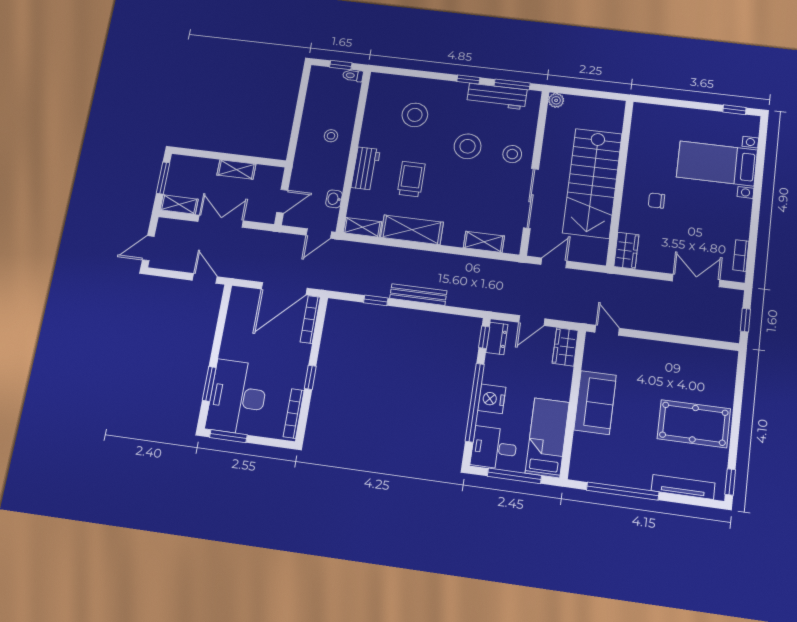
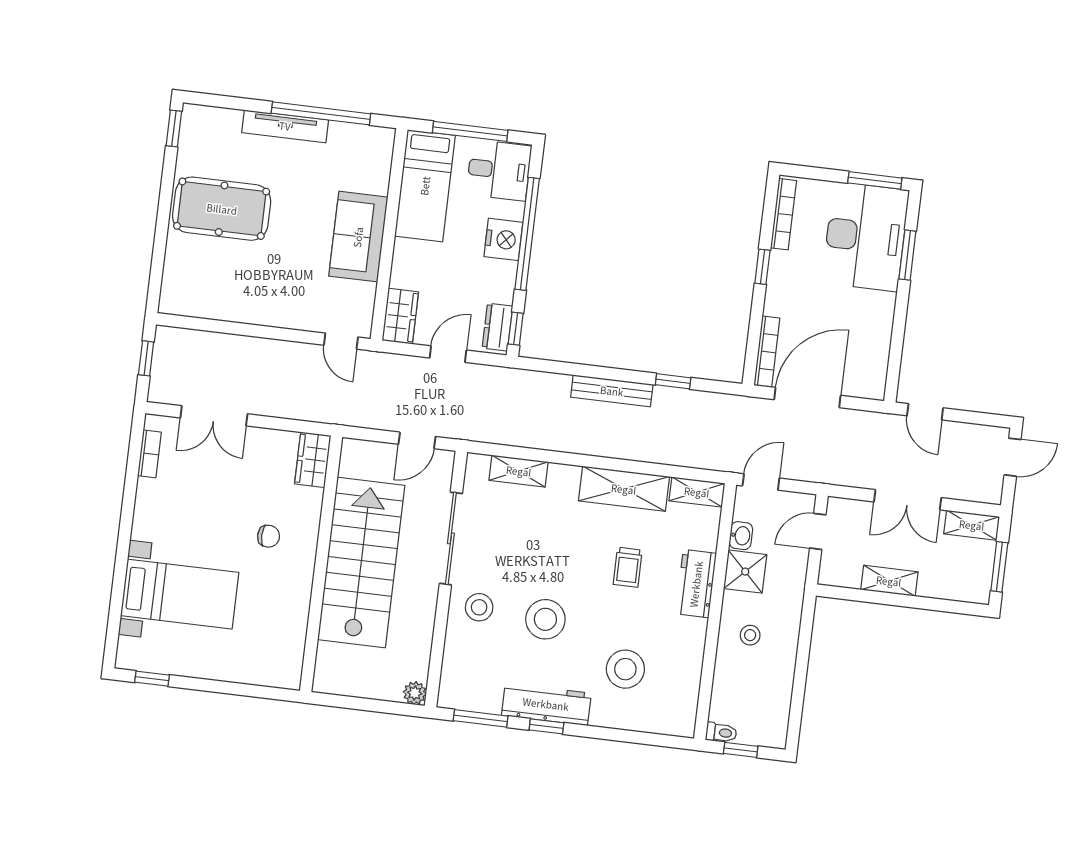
workbench: (497, 96) -> (546, 704), moved
shower: (332, 176) -> (745, 572), added
trolley: (411, 179) -> (628, 567), width x0.73, depth x0.72
tv unit: (683, 487) -> (285, 126), moved

